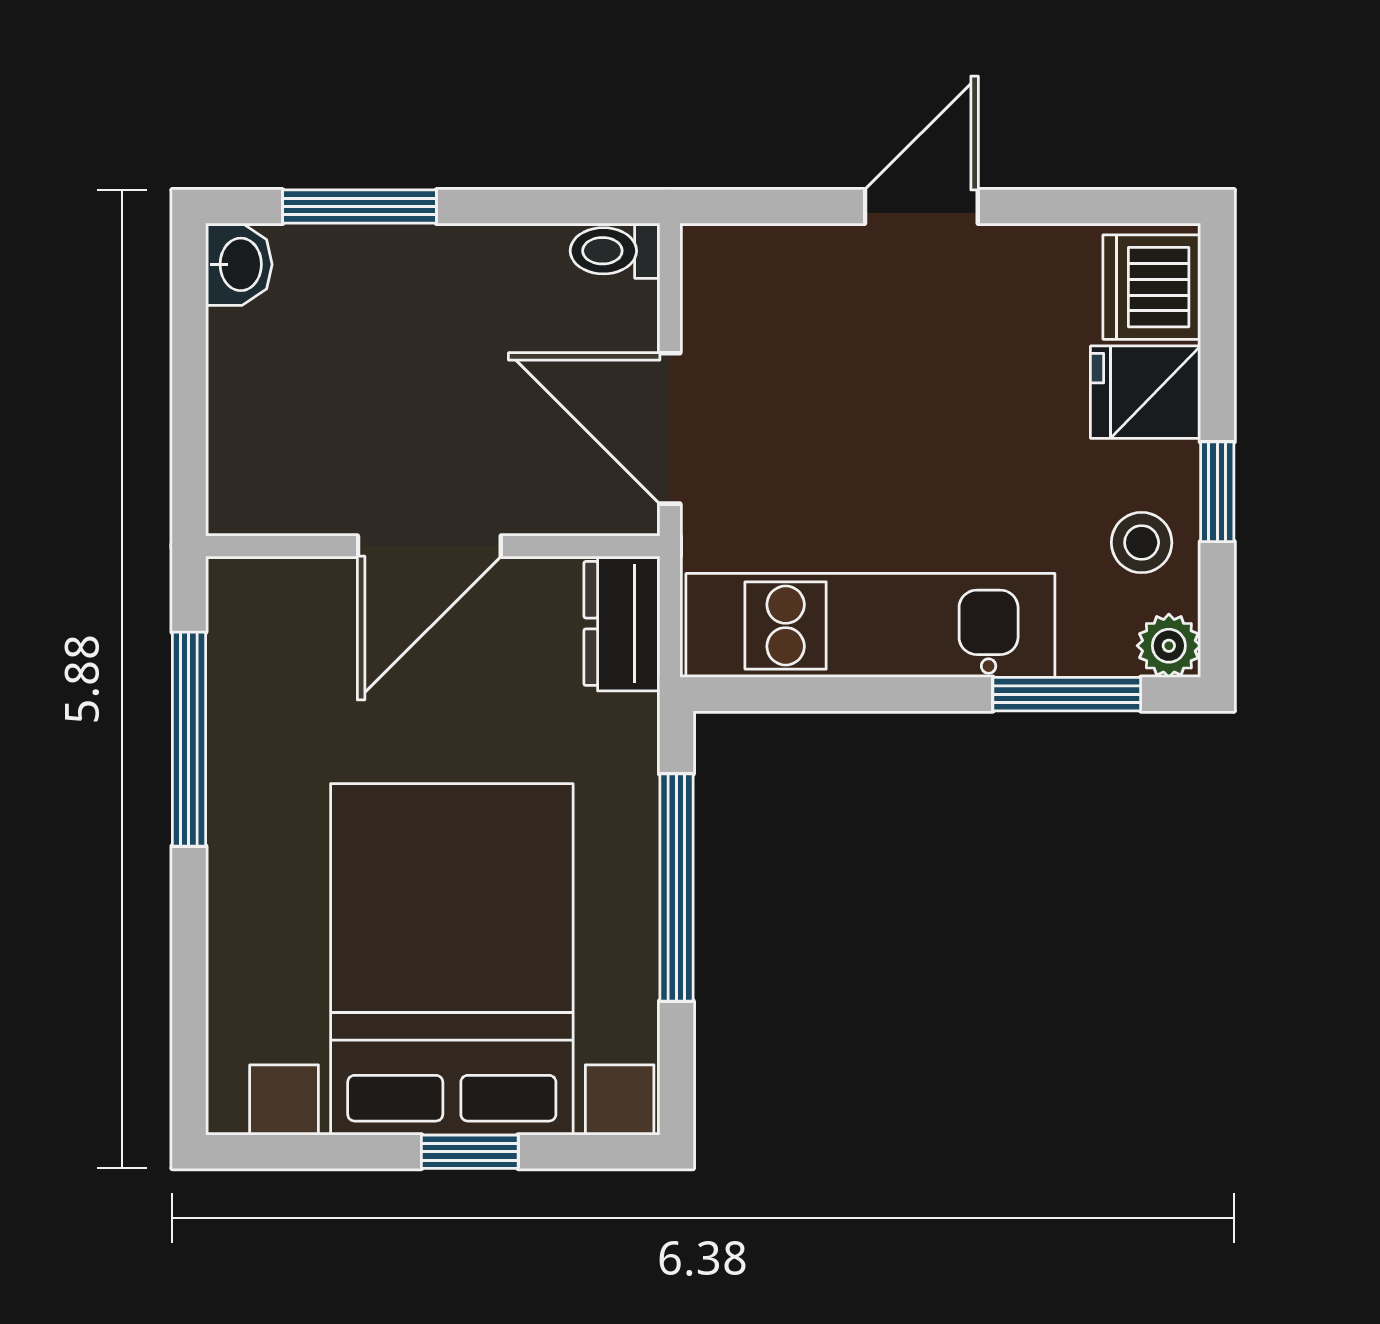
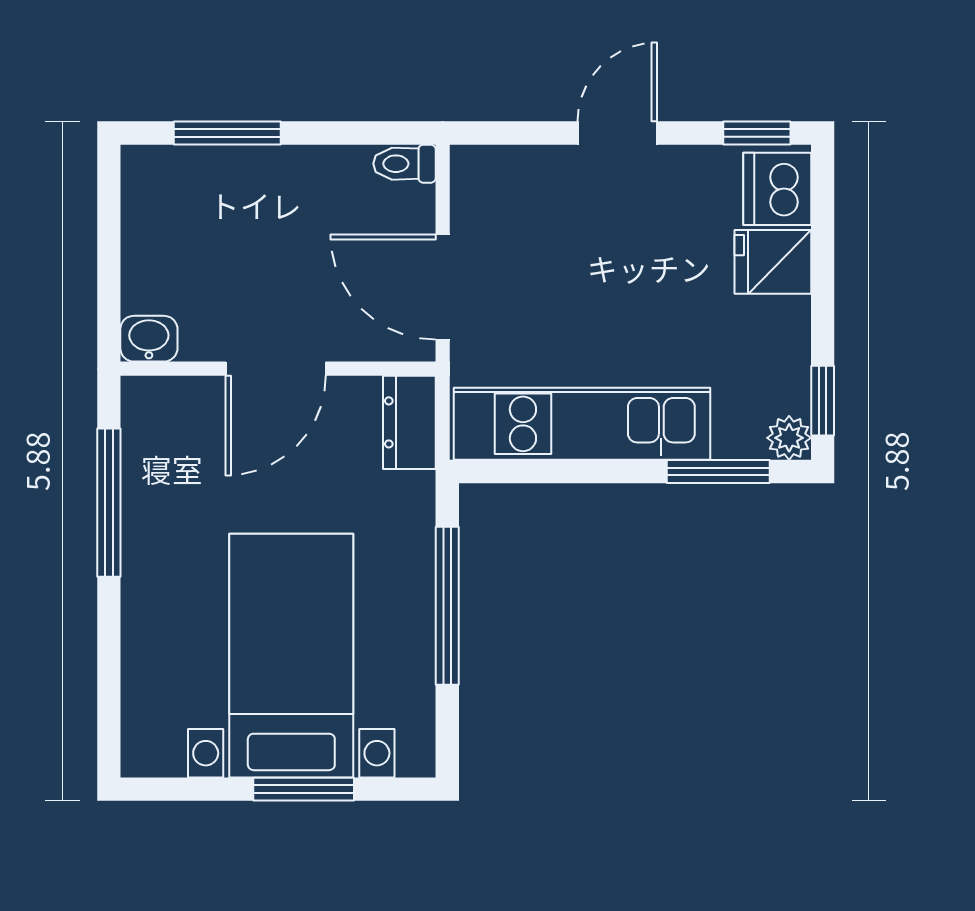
window: (1122, 207) -> (757, 133), added
washbasin: (239, 264) -> (149, 339), moved, turned -90
window: (1217, 492) -> (823, 401), moved
stool: (1142, 543) -> (770, 366), removed
bed with nightstands: (452, 959) -> (291, 656), width x0.73
window: (470, 1152) -> (304, 789), width x1.50

